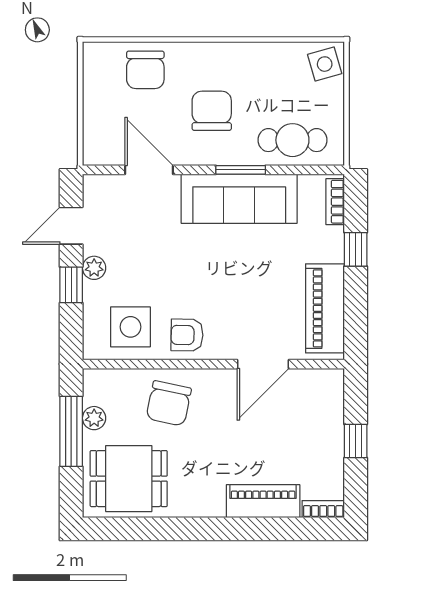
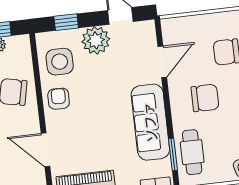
window: (241, 170) -> (173, 154), moved
plant: (94, 268) -> (96, 40), width x1.87, depth x1.87
window: (71, 285) -> (66, 22), moved

